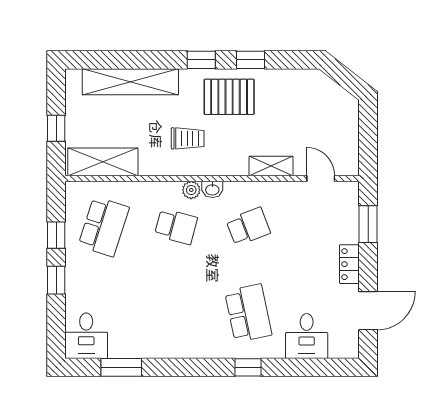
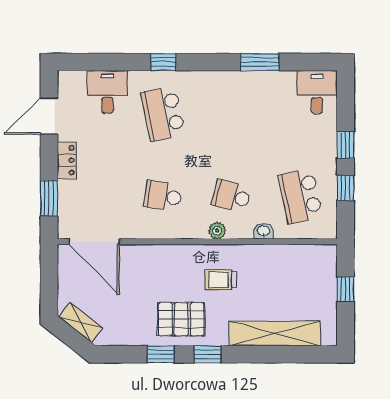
shelving: (103, 162) -> (301, 258), removed
shelving: (271, 166) -> (81, 322), moved, turned 38
door: (321, 178) -> (94, 242), width x1.88
washbasin: (212, 189) -> (264, 231), moved
school desk: (104, 226) -> (300, 196), turned -30
school desk: (248, 226) -> (163, 196), turned 30
window: (121, 367) -> (260, 62), moved

